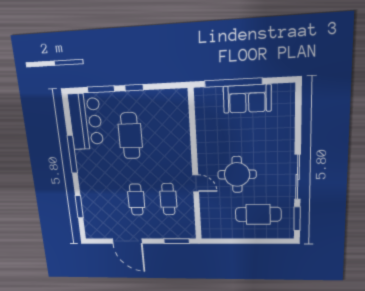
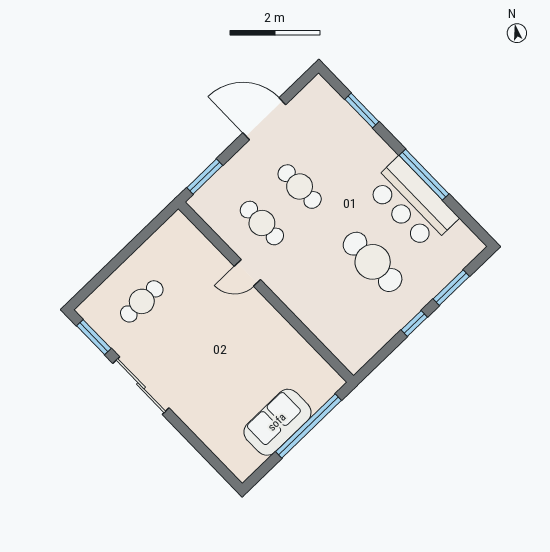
bar counter: (86, 122) -> (412, 203), moved
round table: (237, 174) -> (210, 327), removed
cafe table: (258, 214) -> (142, 301), width x0.73, depth x0.74

